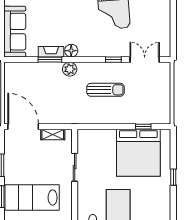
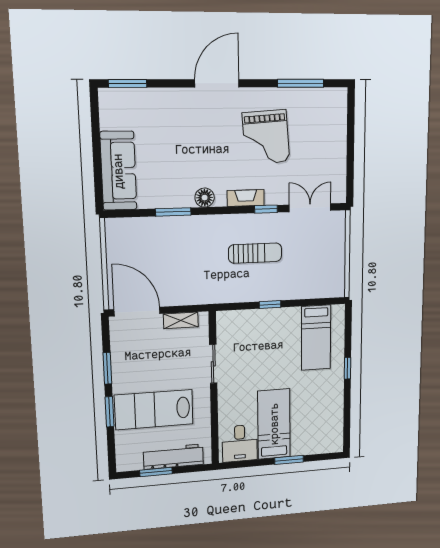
fireplace: (51, 52) -> (246, 198), moved
plant: (70, 69) -> (203, 225), removed
window: (143, 127) -> (270, 304), moved
bed: (138, 153) -> (316, 338), width x0.49

